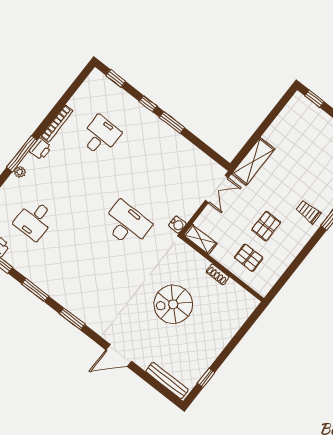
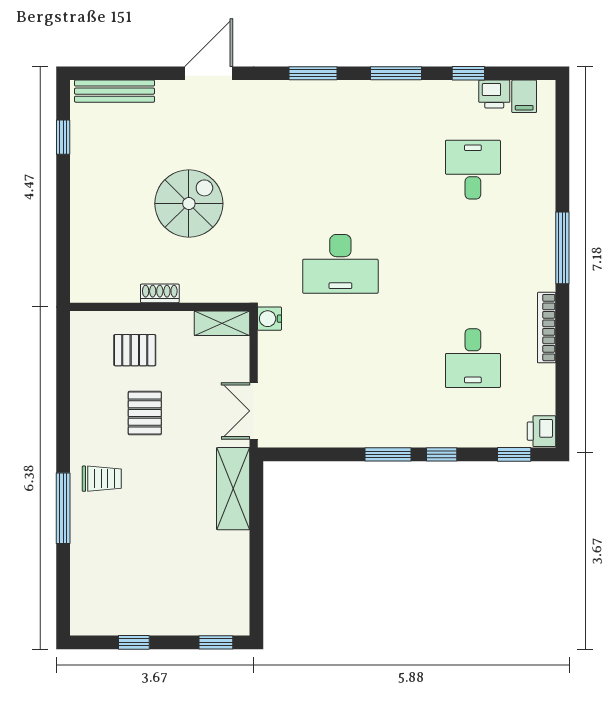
printer: (41, 149) -> (542, 431), moved
plant: (20, 172) -> (546, 220), removed

